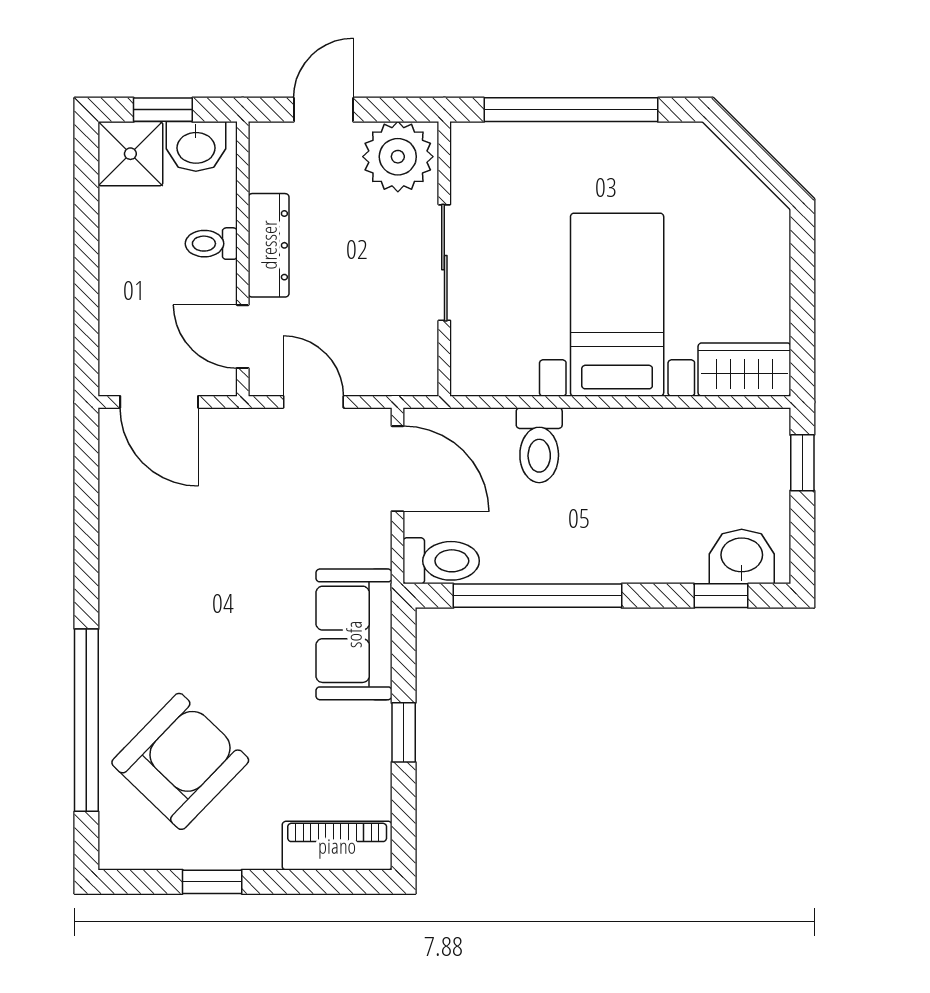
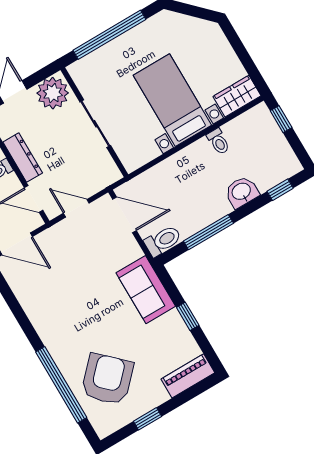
toilet: (539, 445) -> (218, 141), moved, width x0.73, depth x0.72
washbasin: (742, 557) -> (242, 192), moved
window: (537, 596) -> (208, 232), width x0.68

